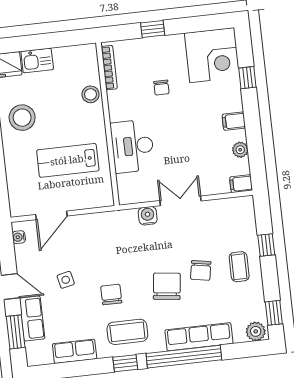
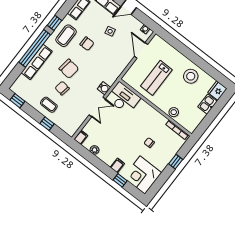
filing cabinet: (234, 121) -> (117, 165), moved
desk: (132, 146) -> (123, 98), moved
lab bench: (68, 160) -> (156, 78), turned 180
plant: (256, 331) -> (17, 86), removed

